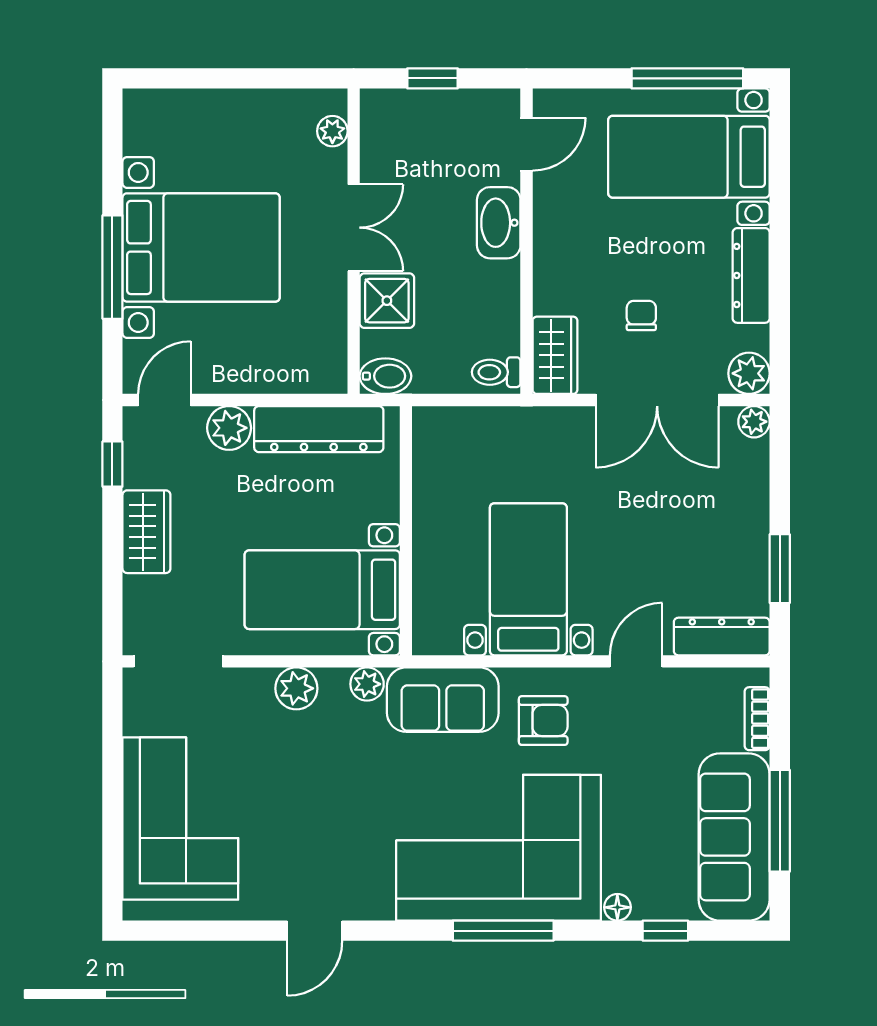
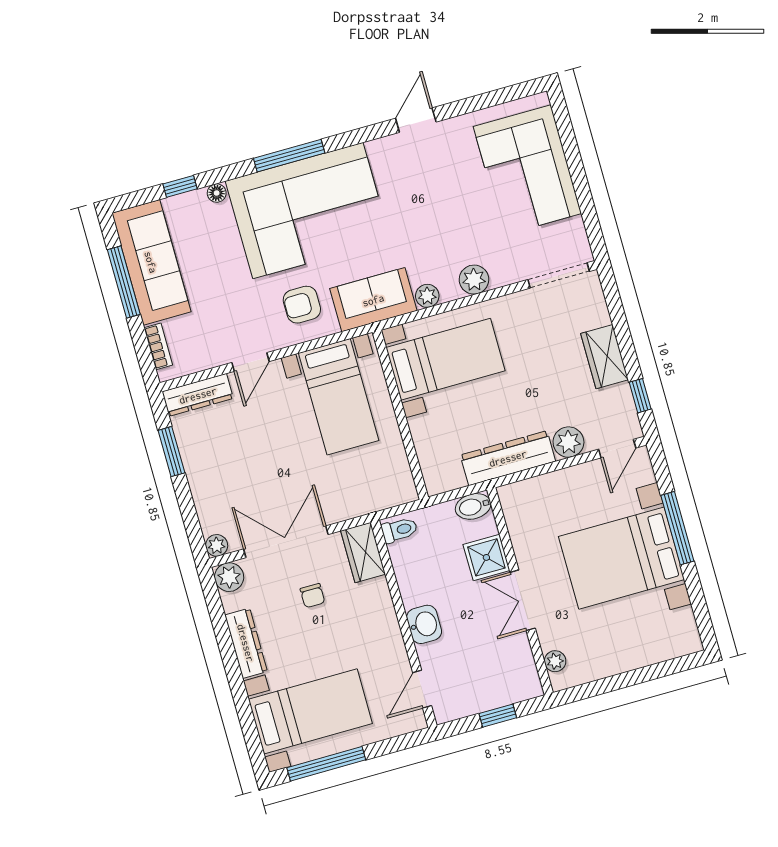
washbasin: (499, 223) -> (424, 624), width x0.72
wall: (406, 531) -> (400, 415), moved
bed with nightstands: (322, 590) -> (445, 359), moved

